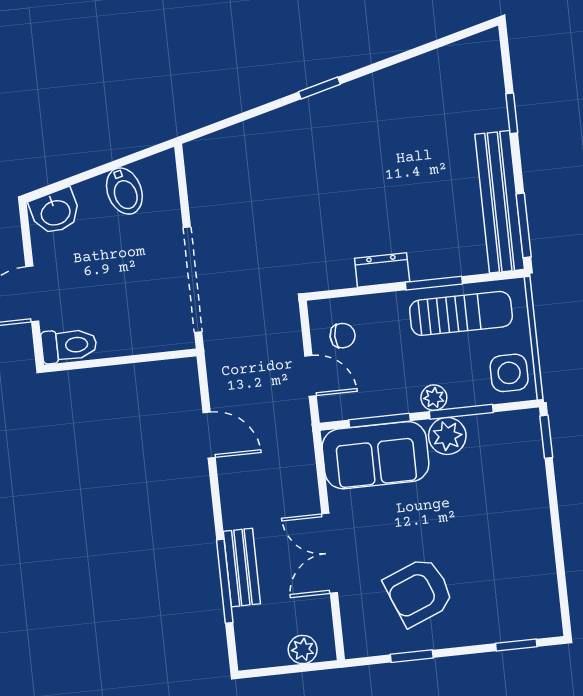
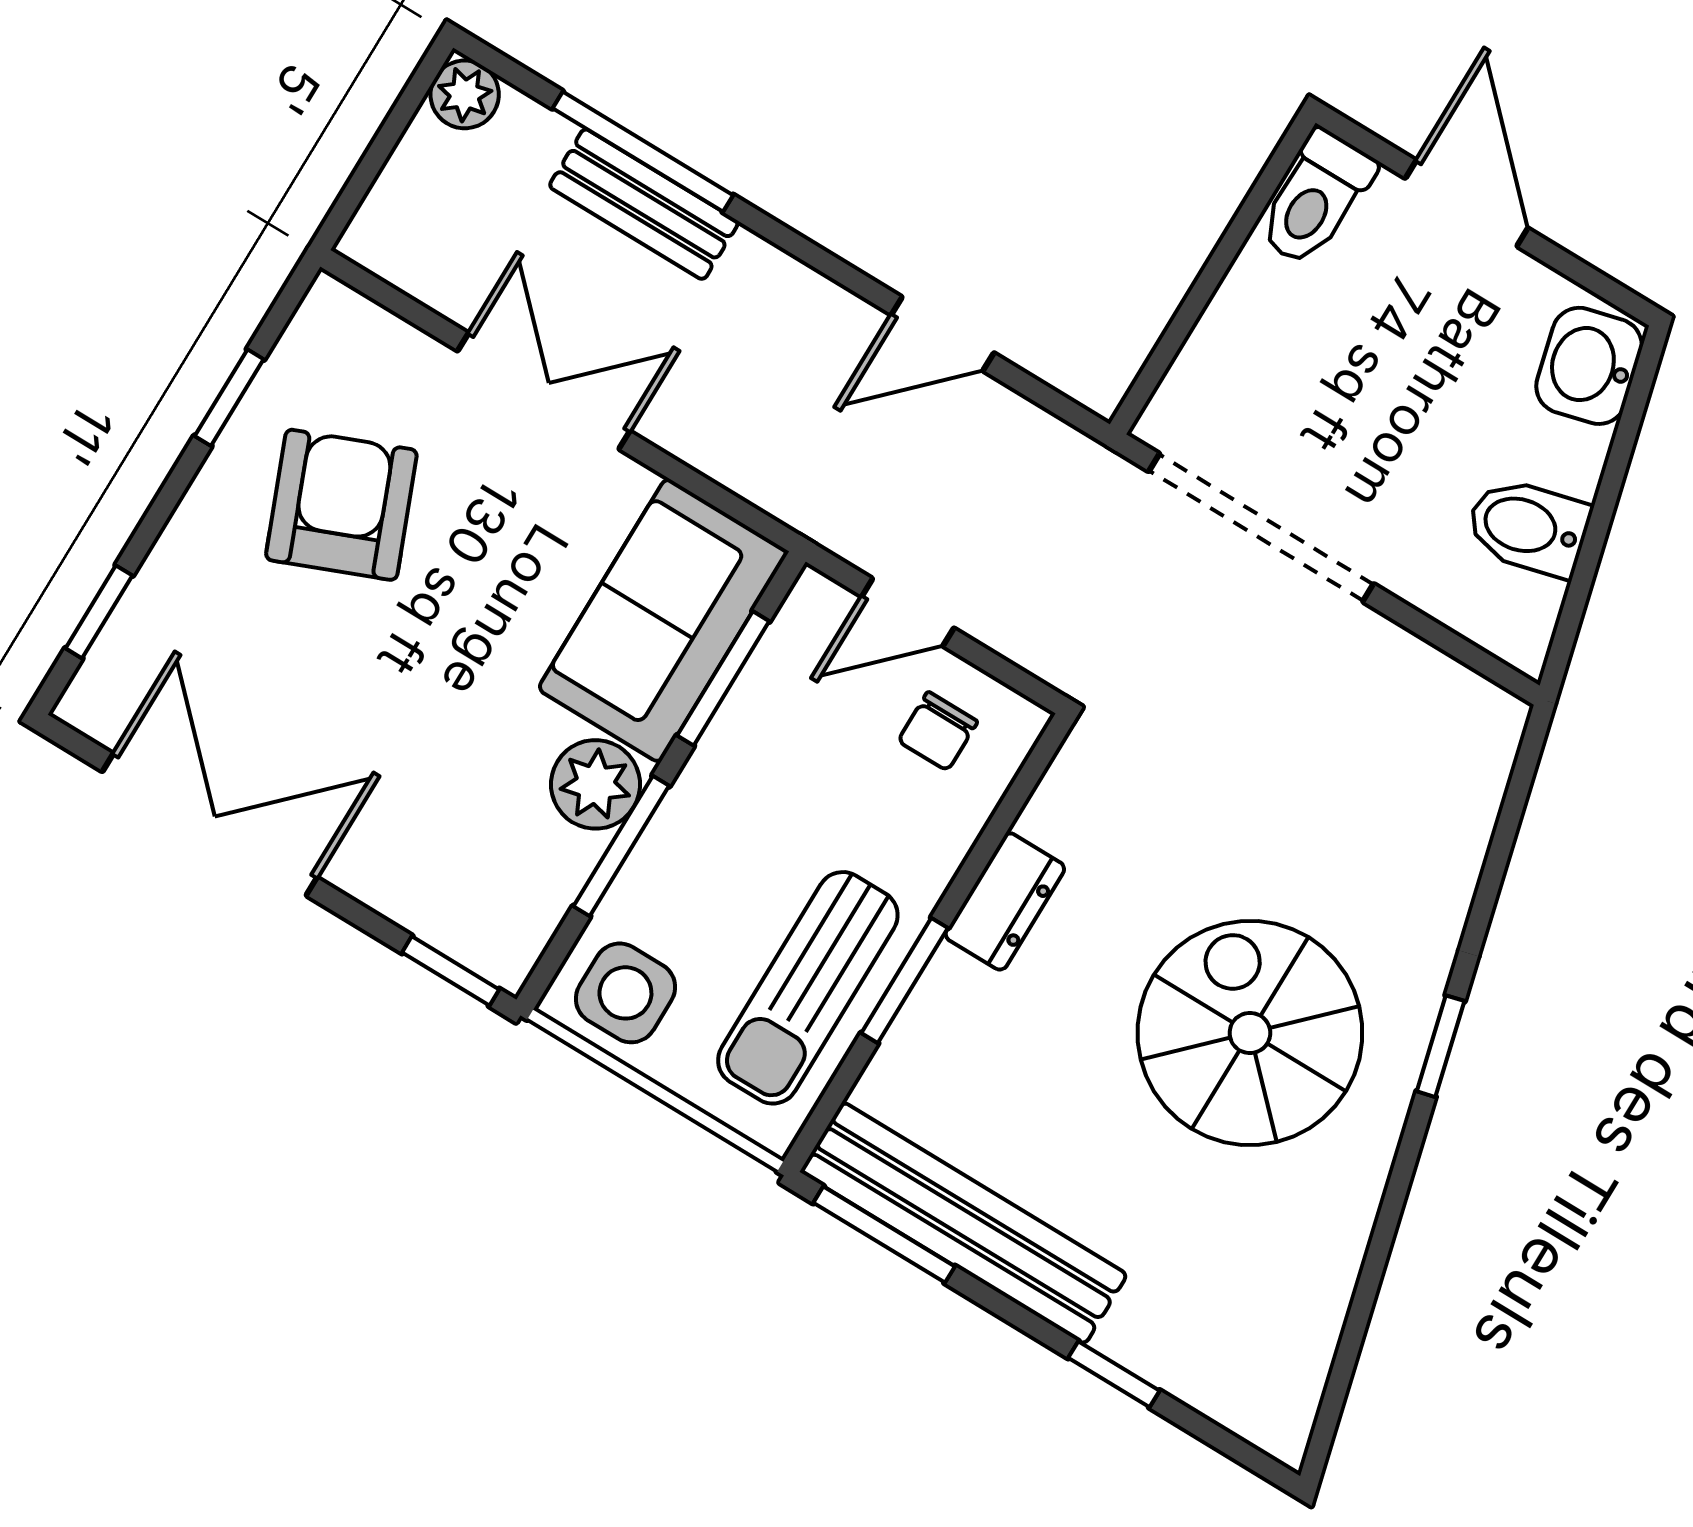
spiral stairs: (364, 155) -> (1250, 1033), added
plant: (434, 398) -> (688, 815), removed
double door: (559, 554) -> (210, 825), added
plant: (303, 650) -> (465, 94), moved

